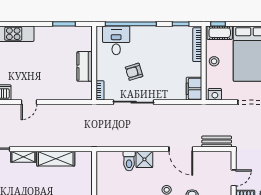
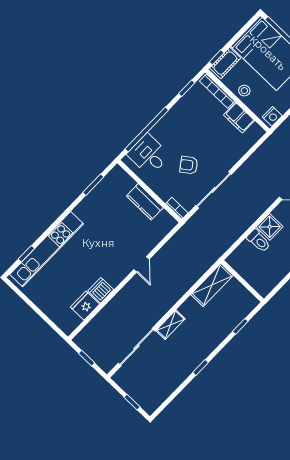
armchair: (134, 72) -> (189, 165), turned 70
filing cabinet: (194, 89) -> (239, 118), moved
door: (29, 102) -> (141, 264), moved
shelving: (56, 159) -> (212, 285), moved

